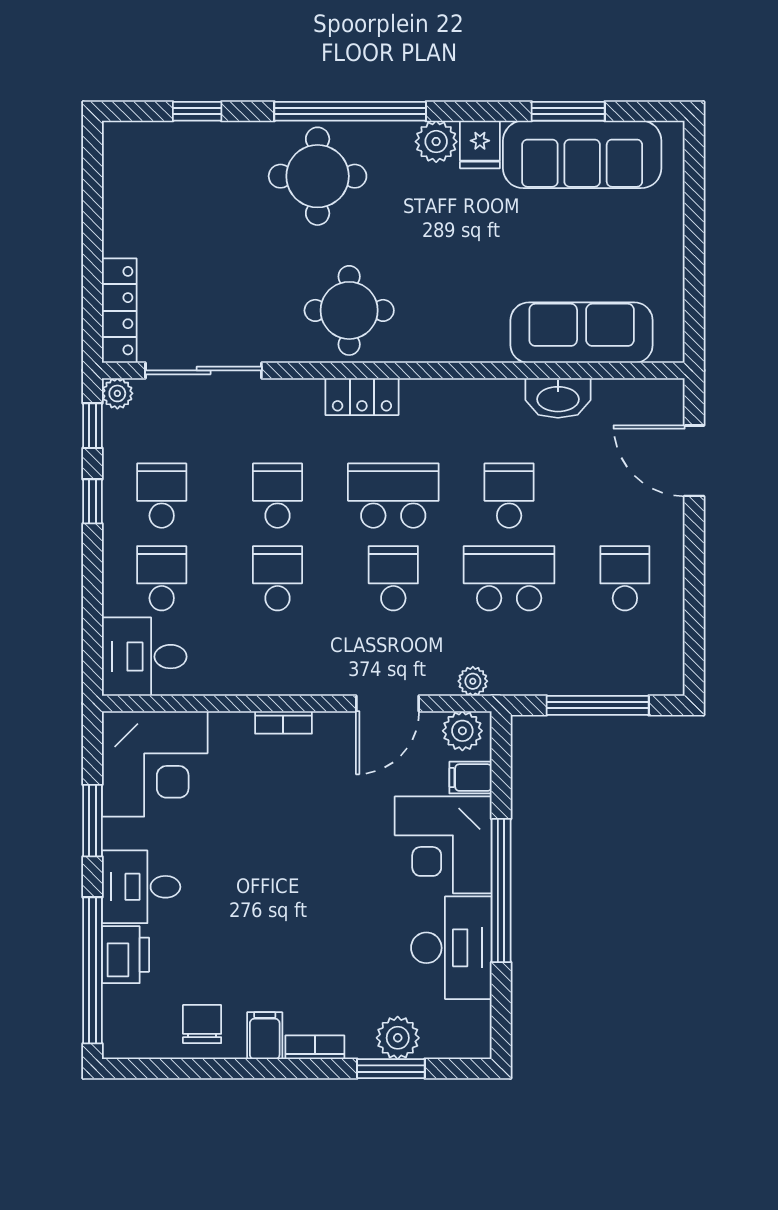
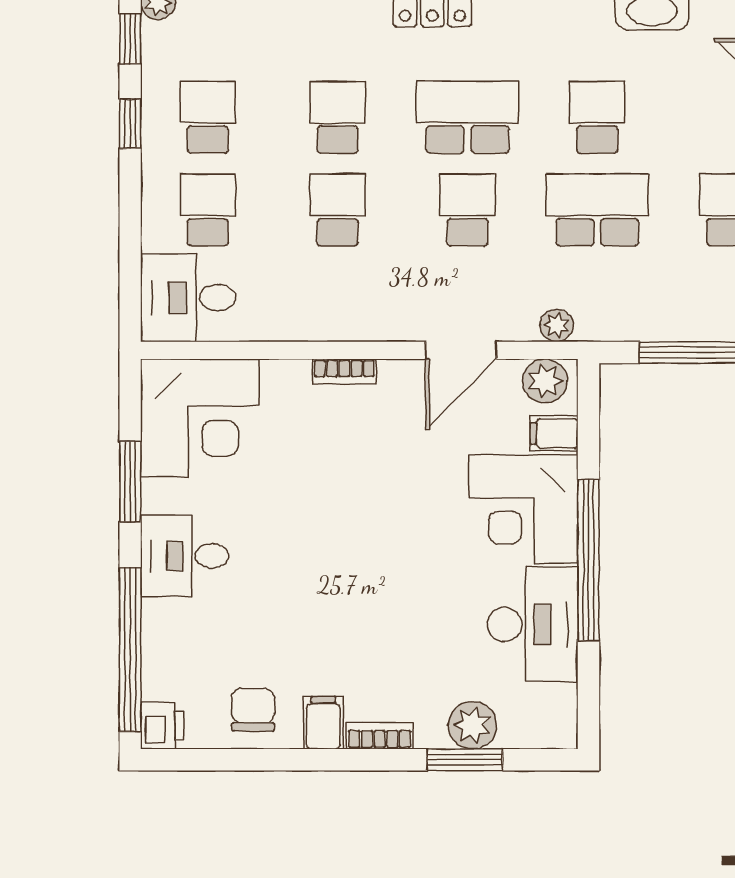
printer: (126, 955) -> (162, 726), moved, width x0.73, depth x0.81

